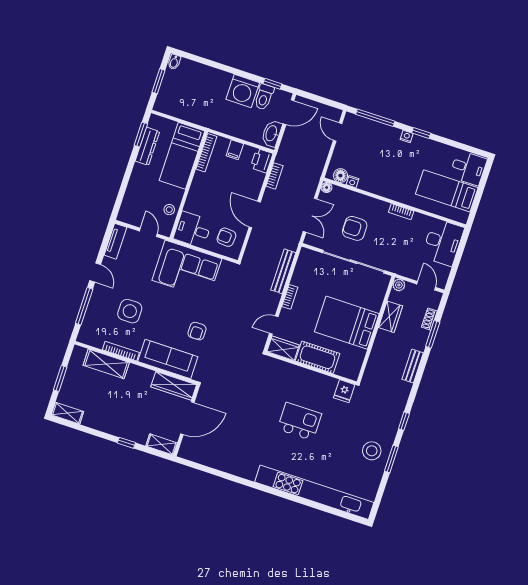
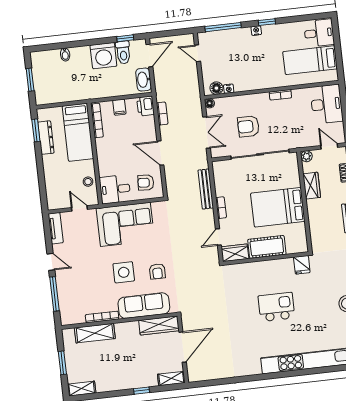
bidet: (174, 62) -> (65, 54), moved
side table: (130, 311) -> (124, 272), moved

